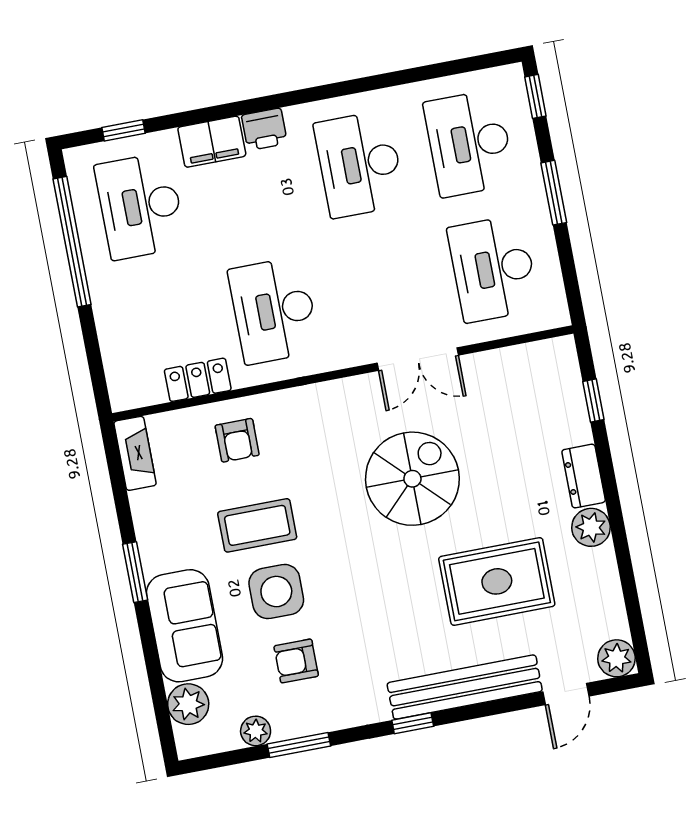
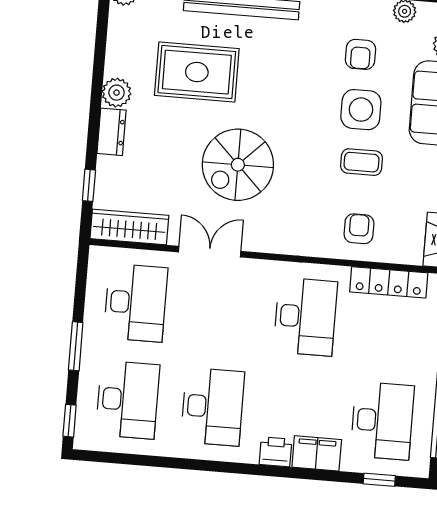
wardrobe: (528, 362) -> (129, 227), added
locker: (198, 380) -> (389, 282), width x1.53
coffee table: (257, 525) -> (362, 162), width x0.73, depth x0.77
armchair: (296, 661) -> (361, 54), turned 90

